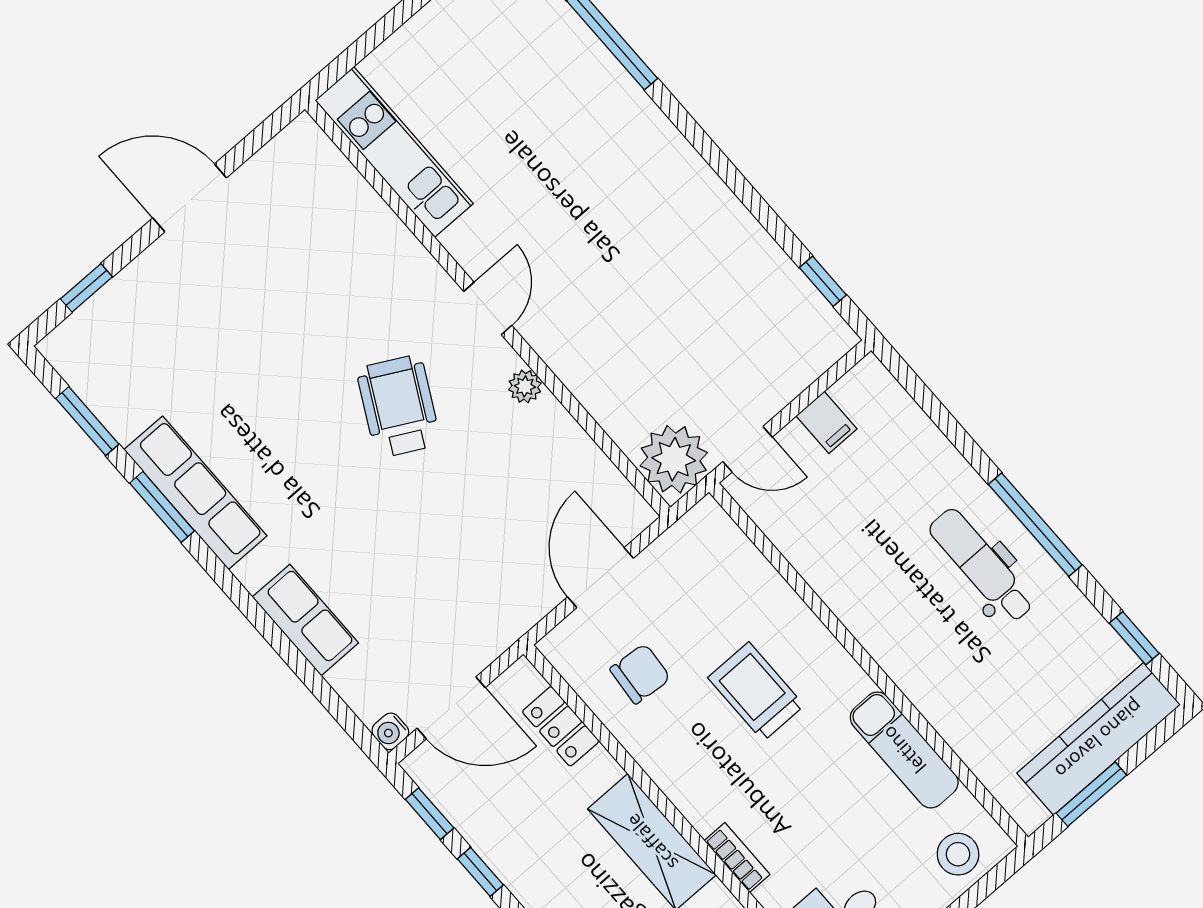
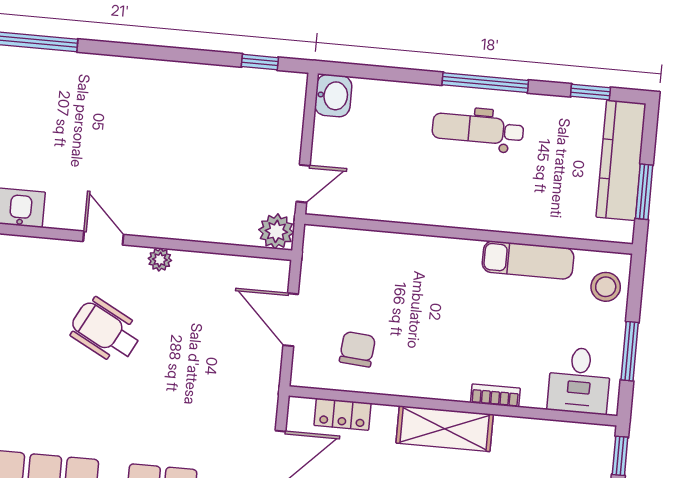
washbasin: (865, 388) -> (333, 96), added
filing cabinet: (827, 422) -> (330, 132), removed
plant: (674, 459) -> (276, 231), width x0.73, depth x0.73
trolley: (756, 692) -> (425, 302), removed

